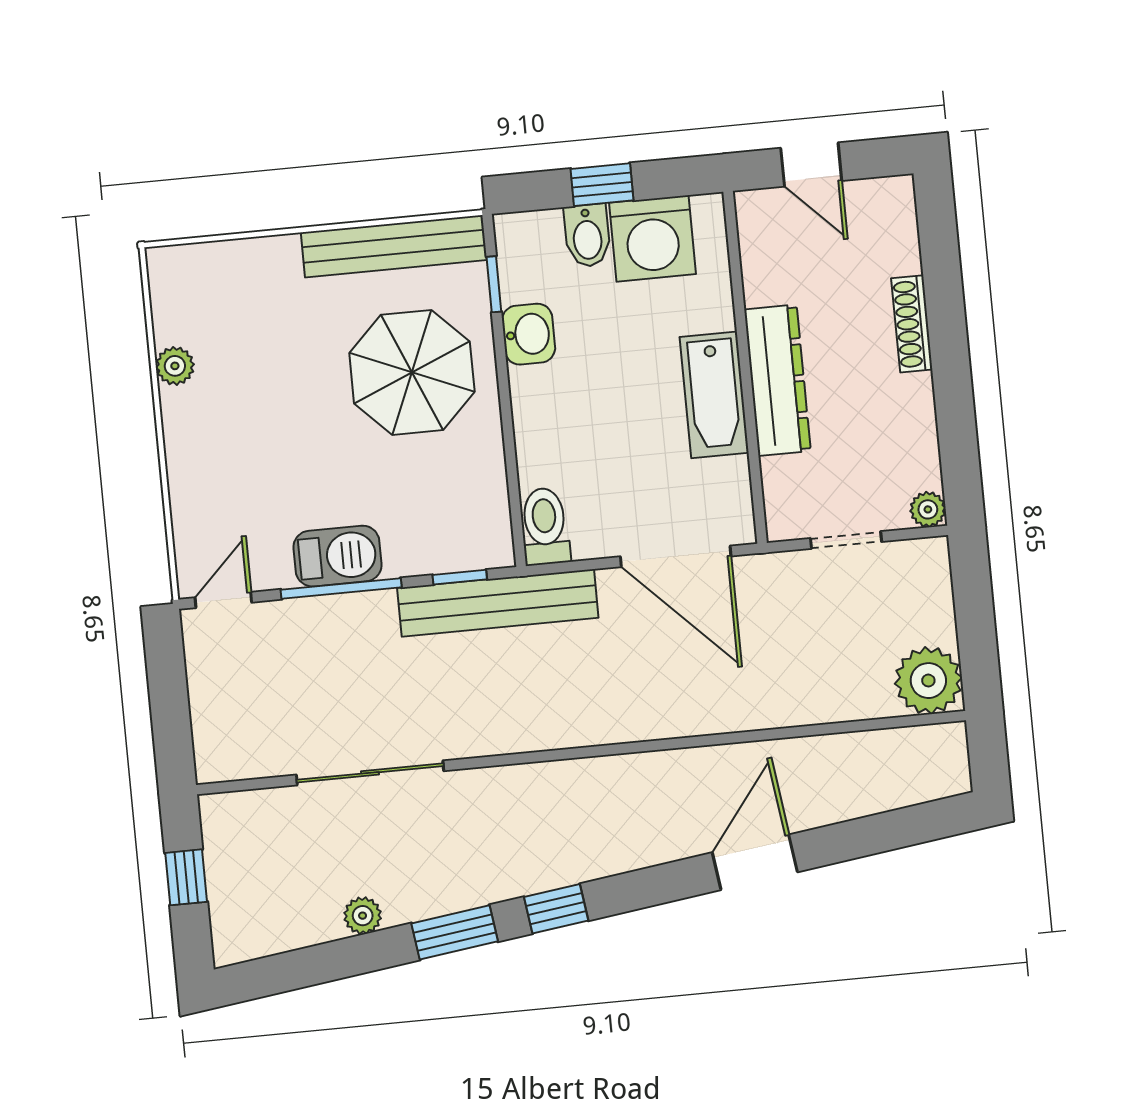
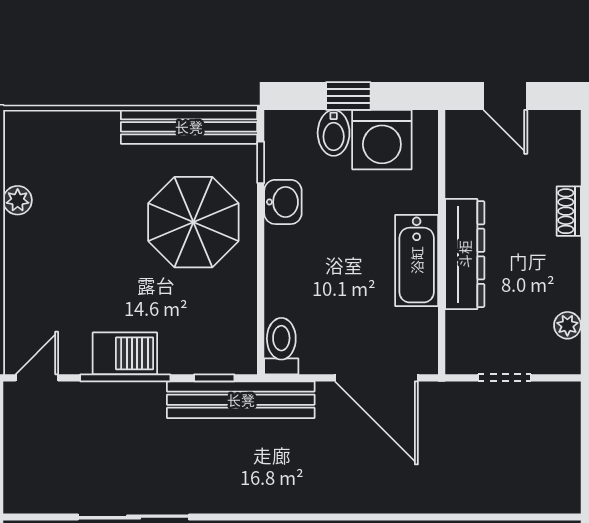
shoe rack: (912, 324) -> (569, 211), width x0.70
plant: (928, 509) -> (567, 325), moved
plant: (928, 681) -> (556, 488), removed

